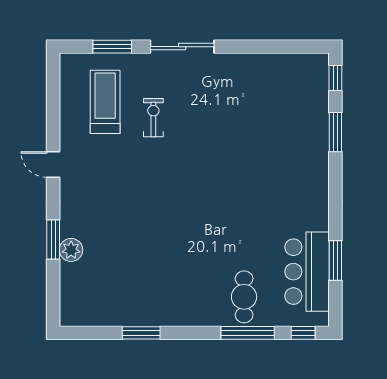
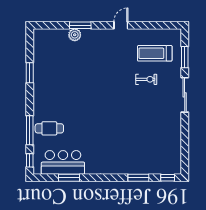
treadmill: (105, 102) -> (155, 53), turned 180

